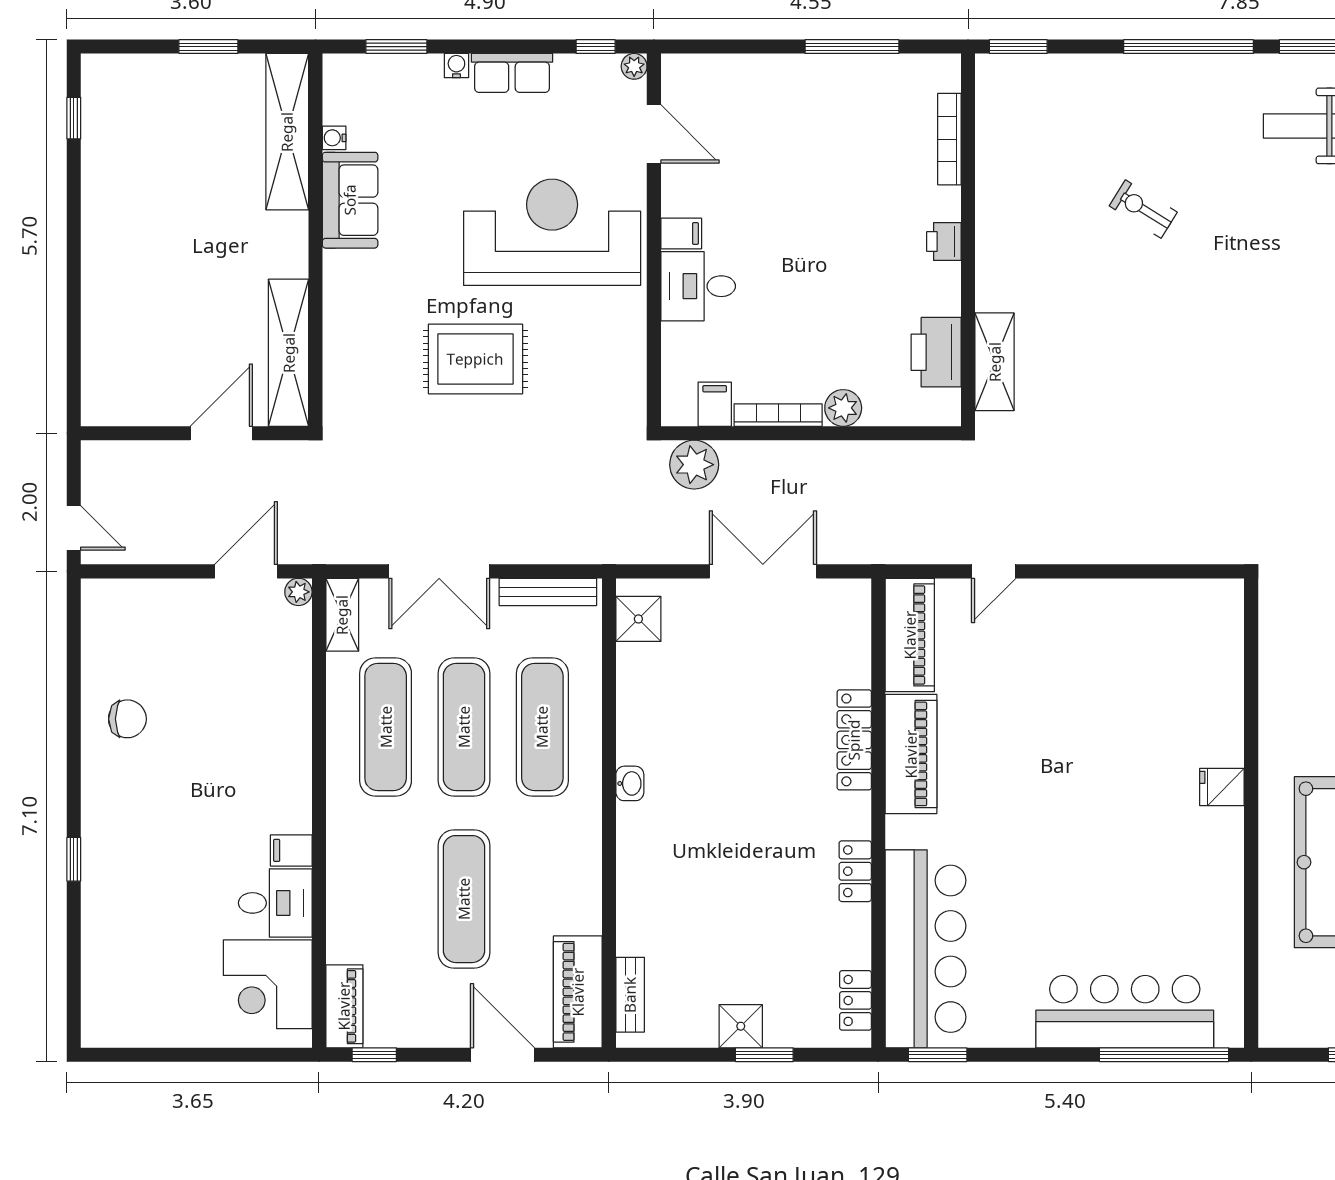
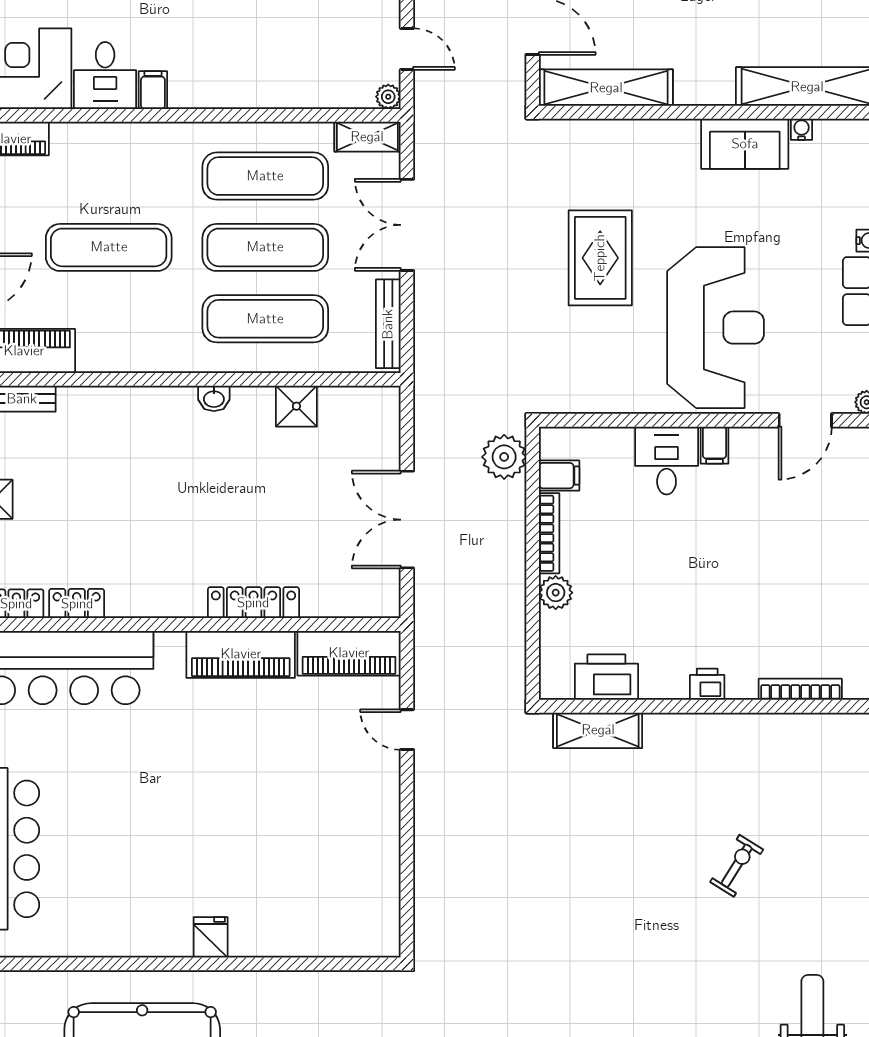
door: (246, 571) -> (407, 49), width x0.73
double door: (763, 571) -> (407, 520), swing flipped
shower: (638, 619) -> (296, 406), moved
locker: (855, 871) -> (77, 604), moved

